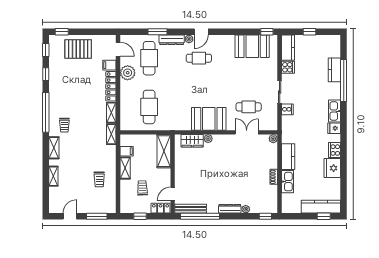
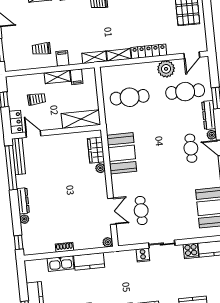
filing cabinet: (109, 65) -> (62, 58), moved
booth: (209, 119) -> (122, 153), moved

